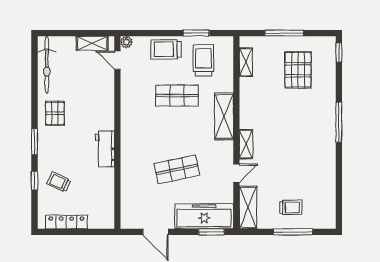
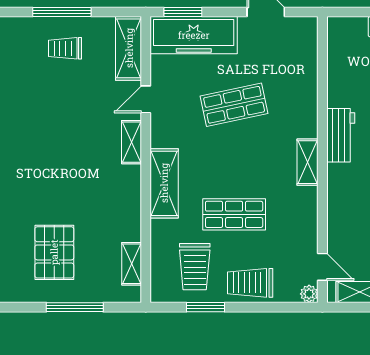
trolley: (166, 49) -> (250, 283), turned 180
shelving: (127, 131) -> (307, 162), added

